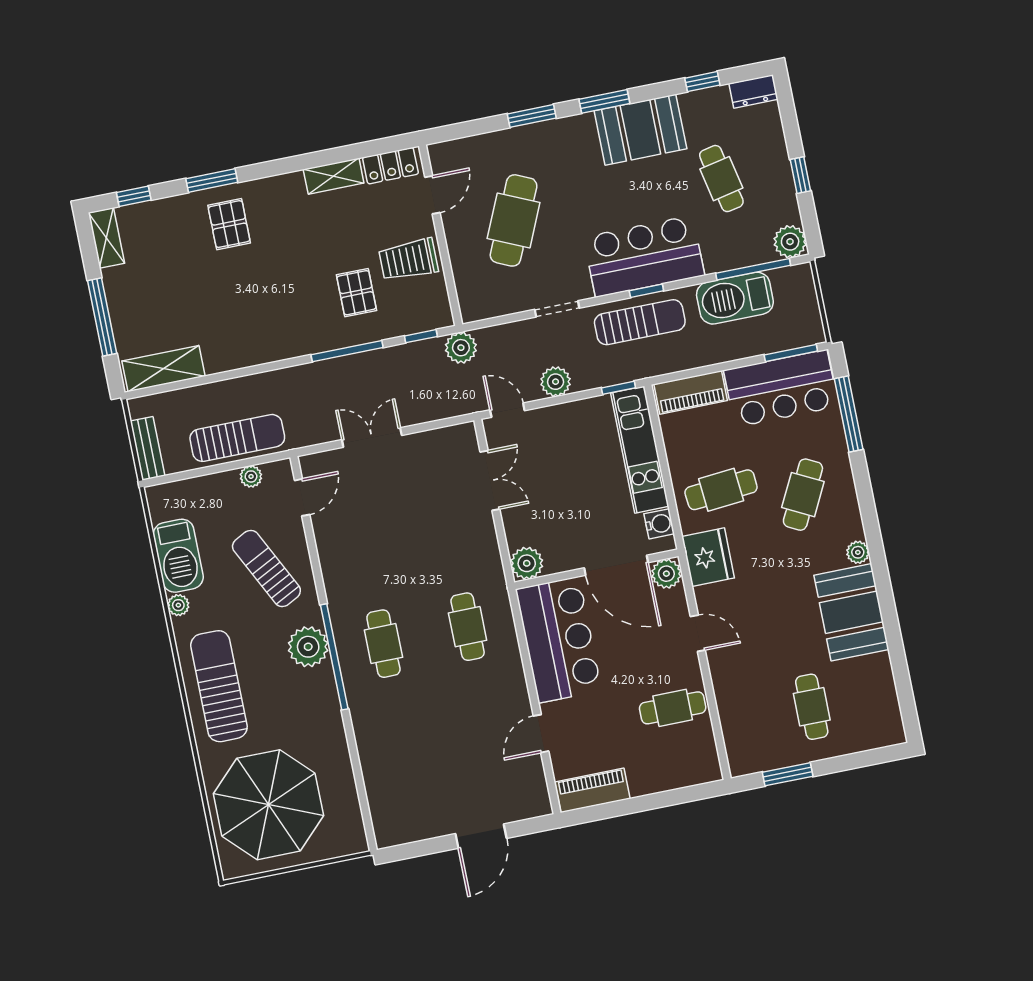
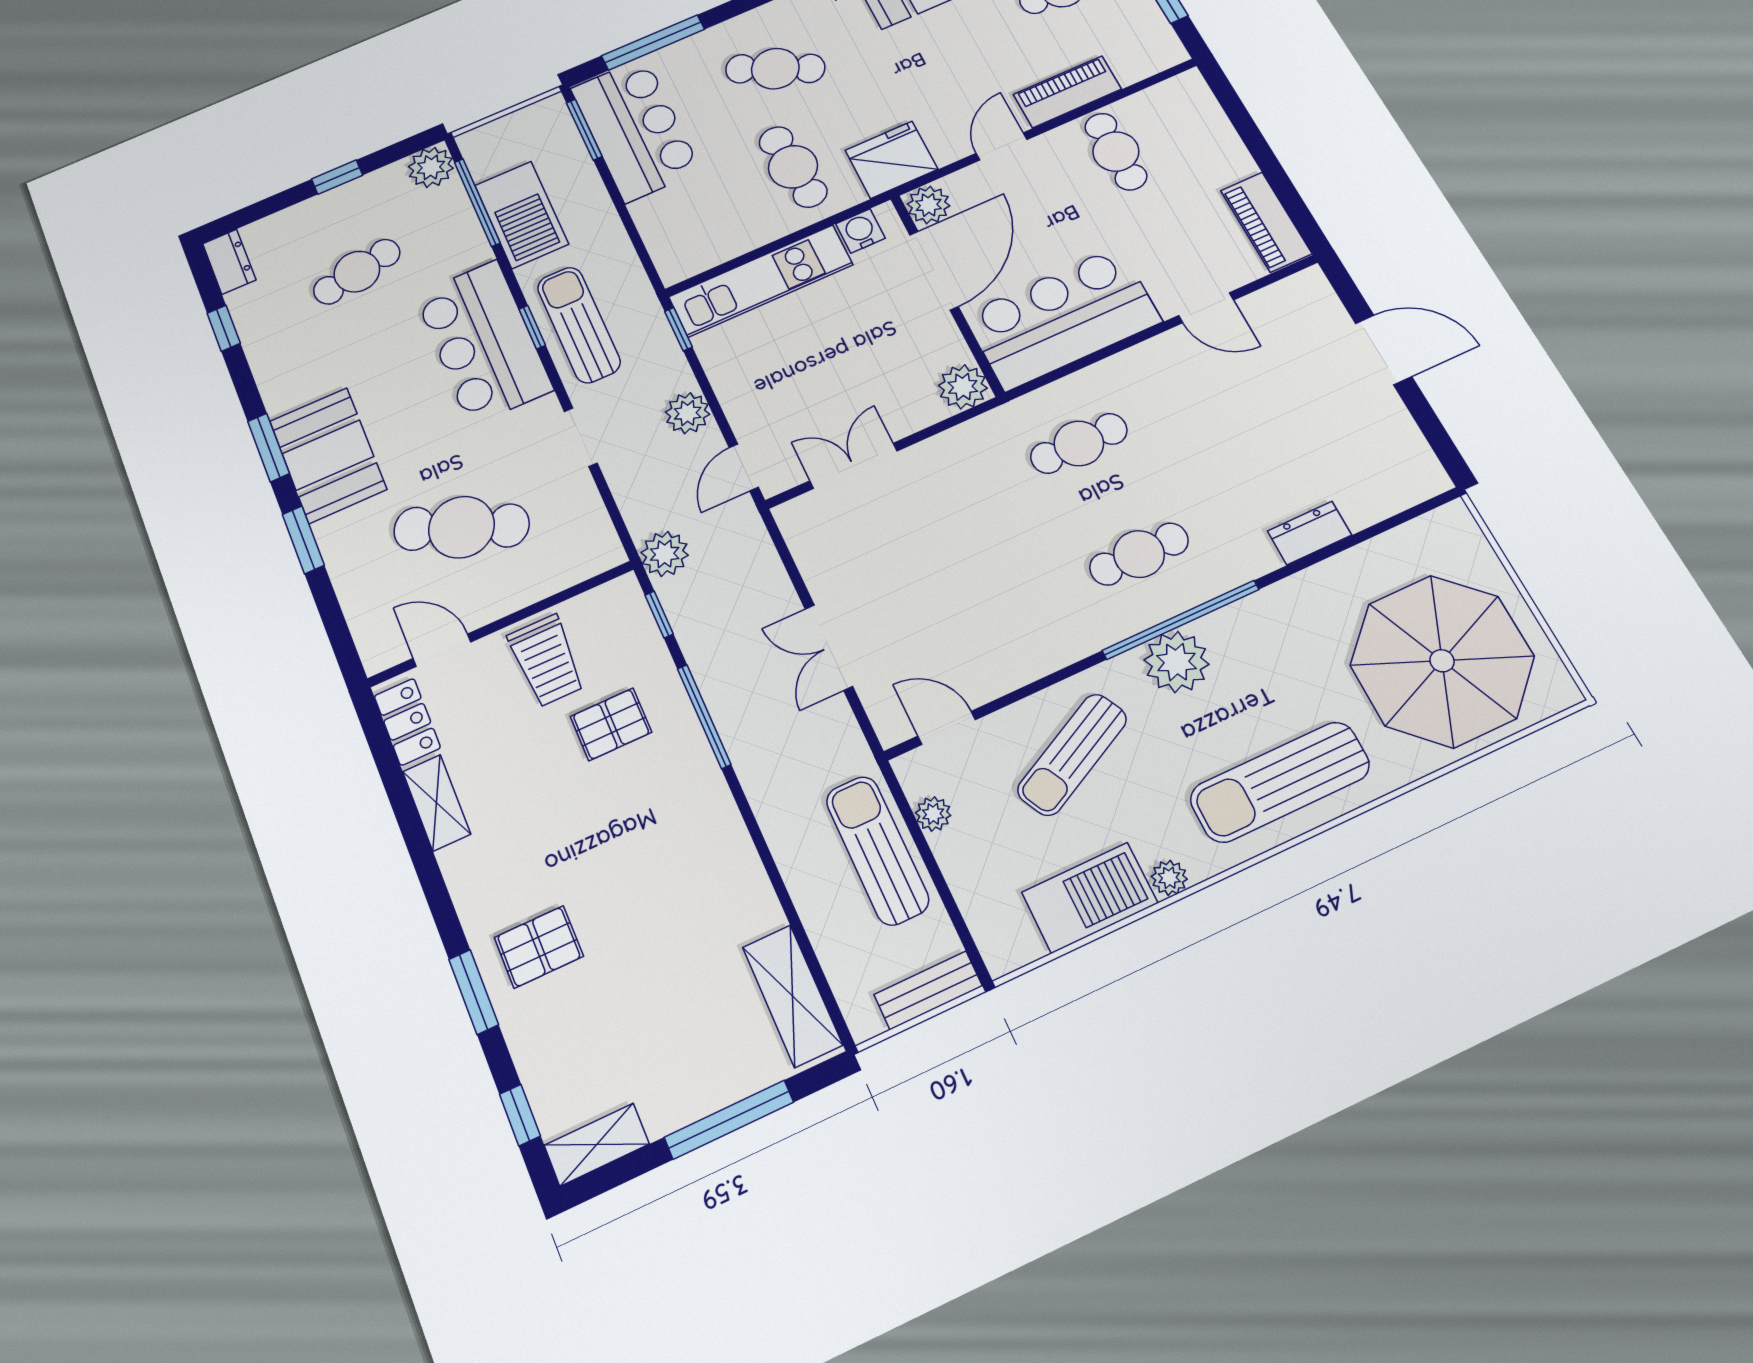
booth: (640, 130) -> (328, 455), moved
piano: (691, 392) -> (1067, 92), moved, turned -90
dresser: (370, 752) -> (1309, 533), added

